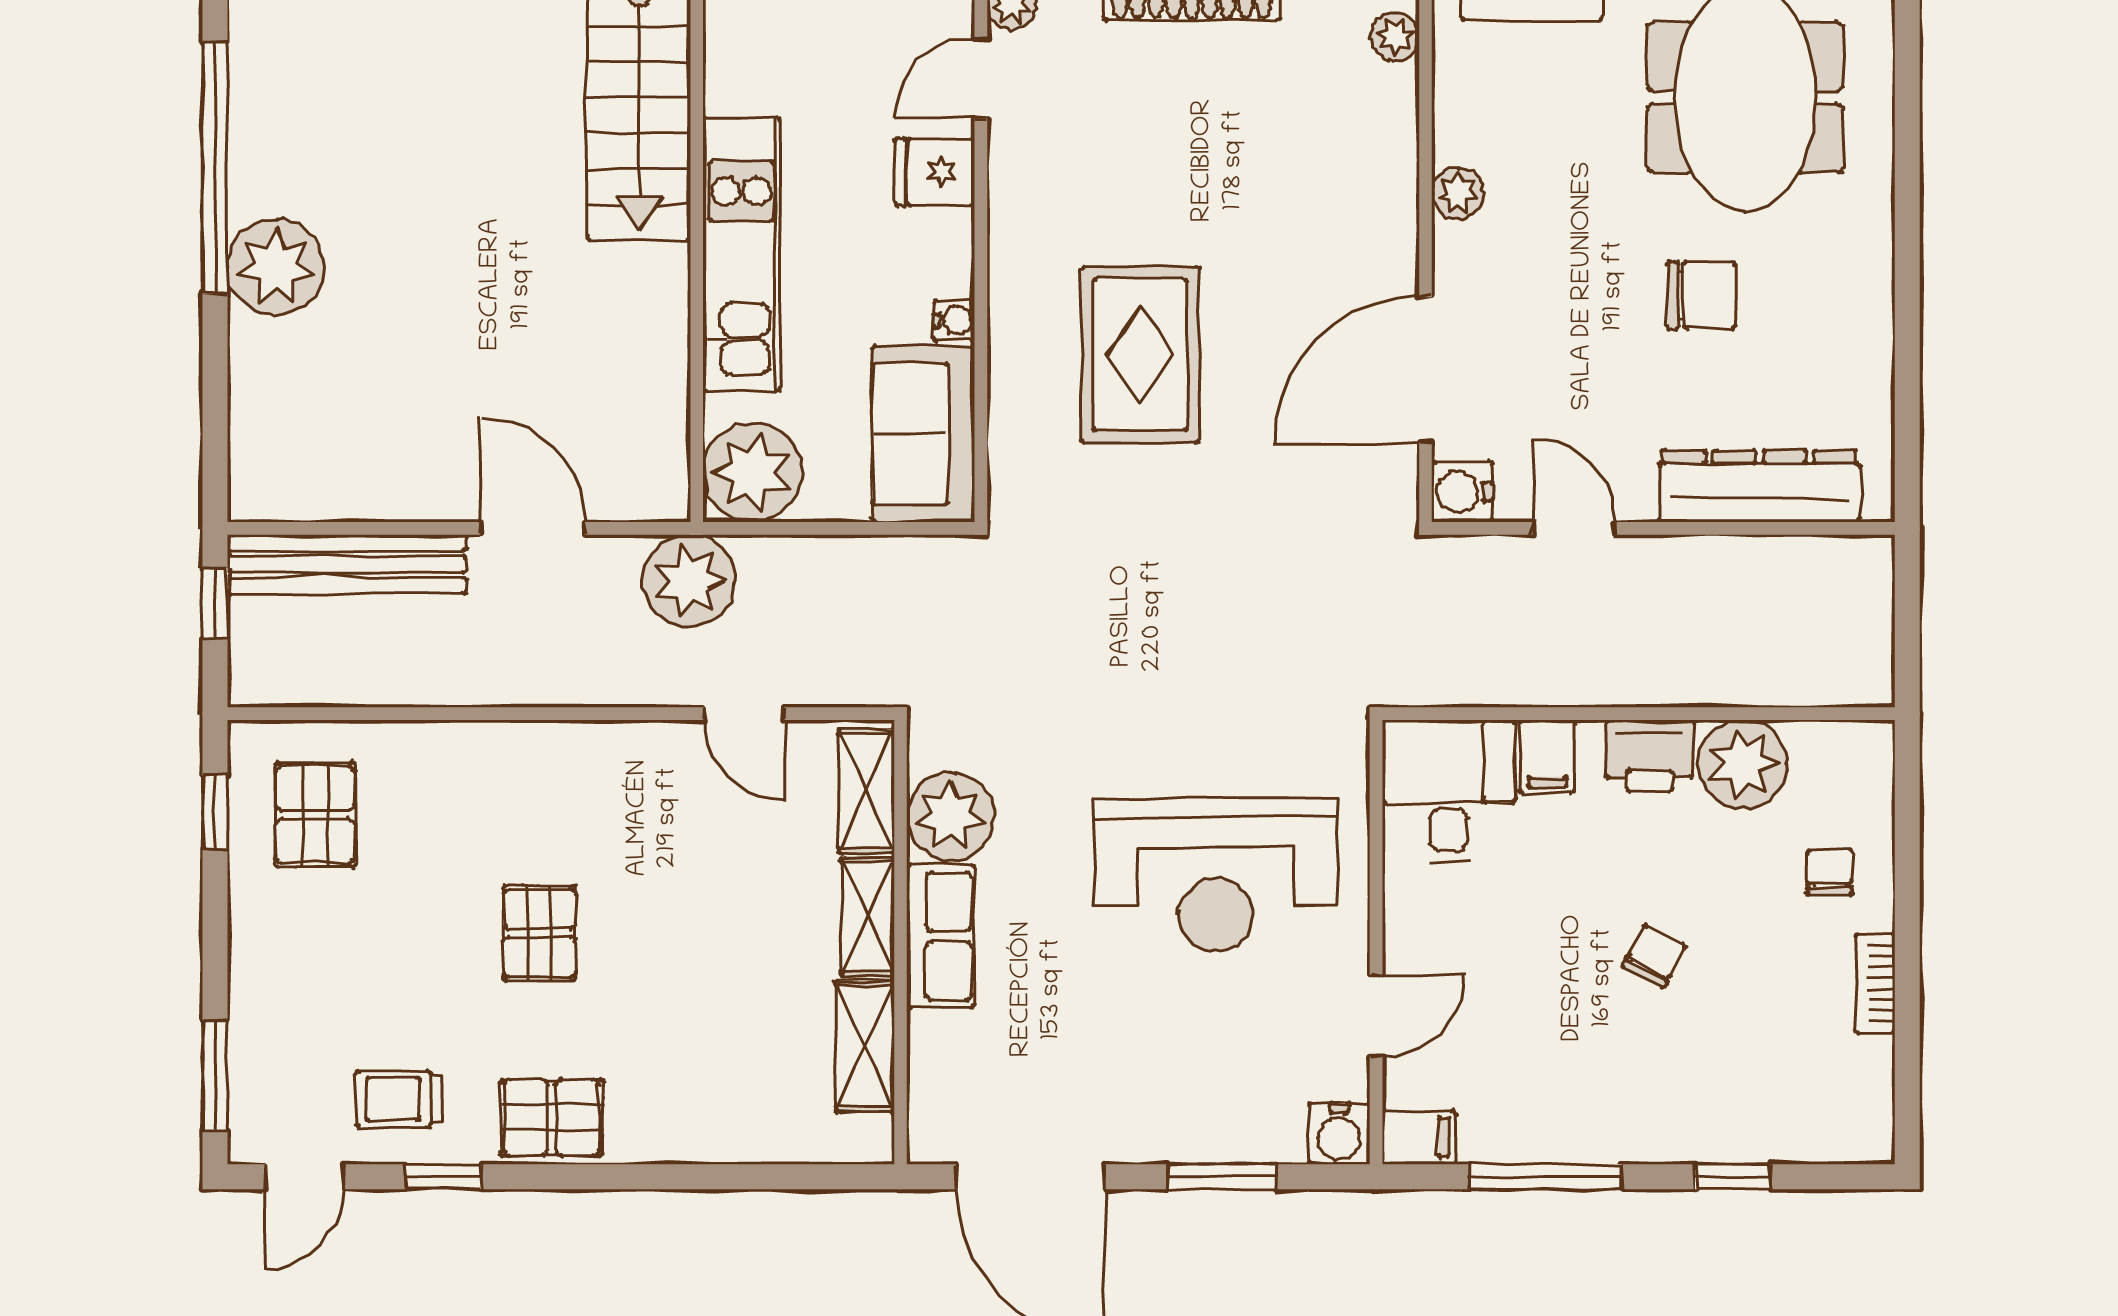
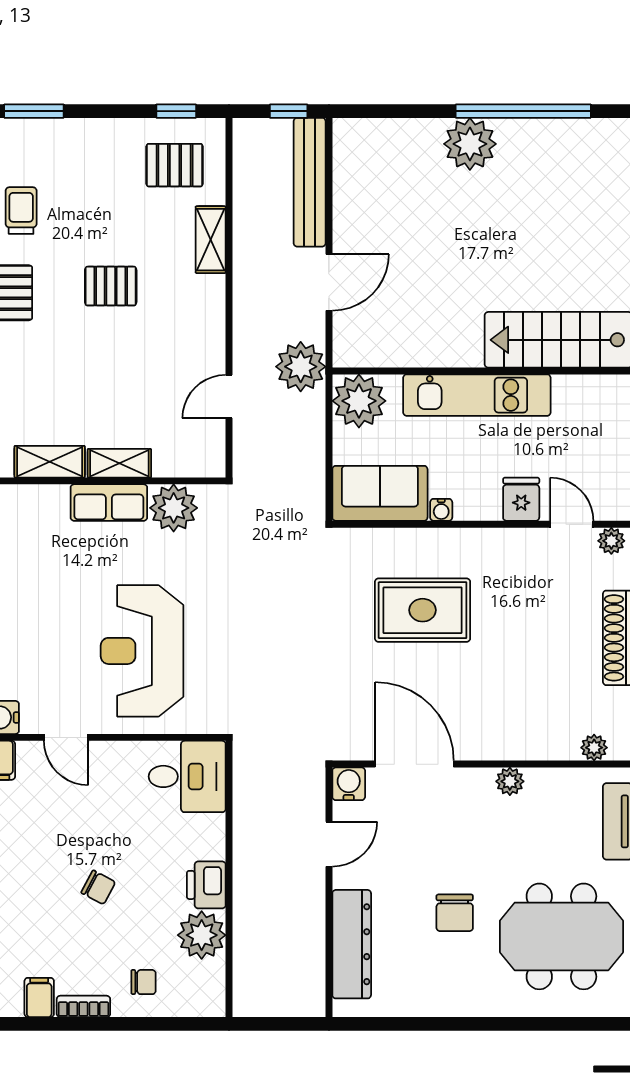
filing cabinet: (1547, 756) -> (39, 997), moved, turned 90
shelving: (867, 791) -> (211, 240), moved, turned 90

